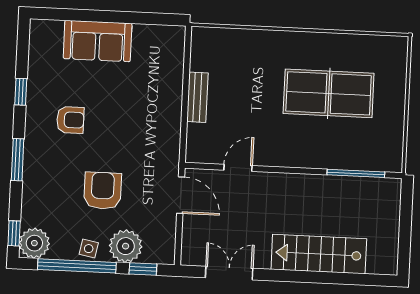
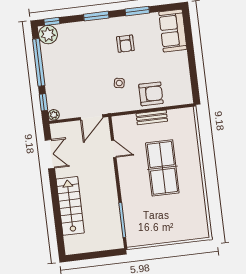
sofa: (98, 41) -> (173, 31), moved
window: (21, 92) -> (137, 11), width x1.50
table tennis table: (329, 93) -> (162, 168), moved
armchair: (103, 191) -> (151, 94), moved
plant: (126, 246) -> (54, 115), moved, width x0.53, depth x0.53
side table: (89, 249) -> (119, 83), moved

